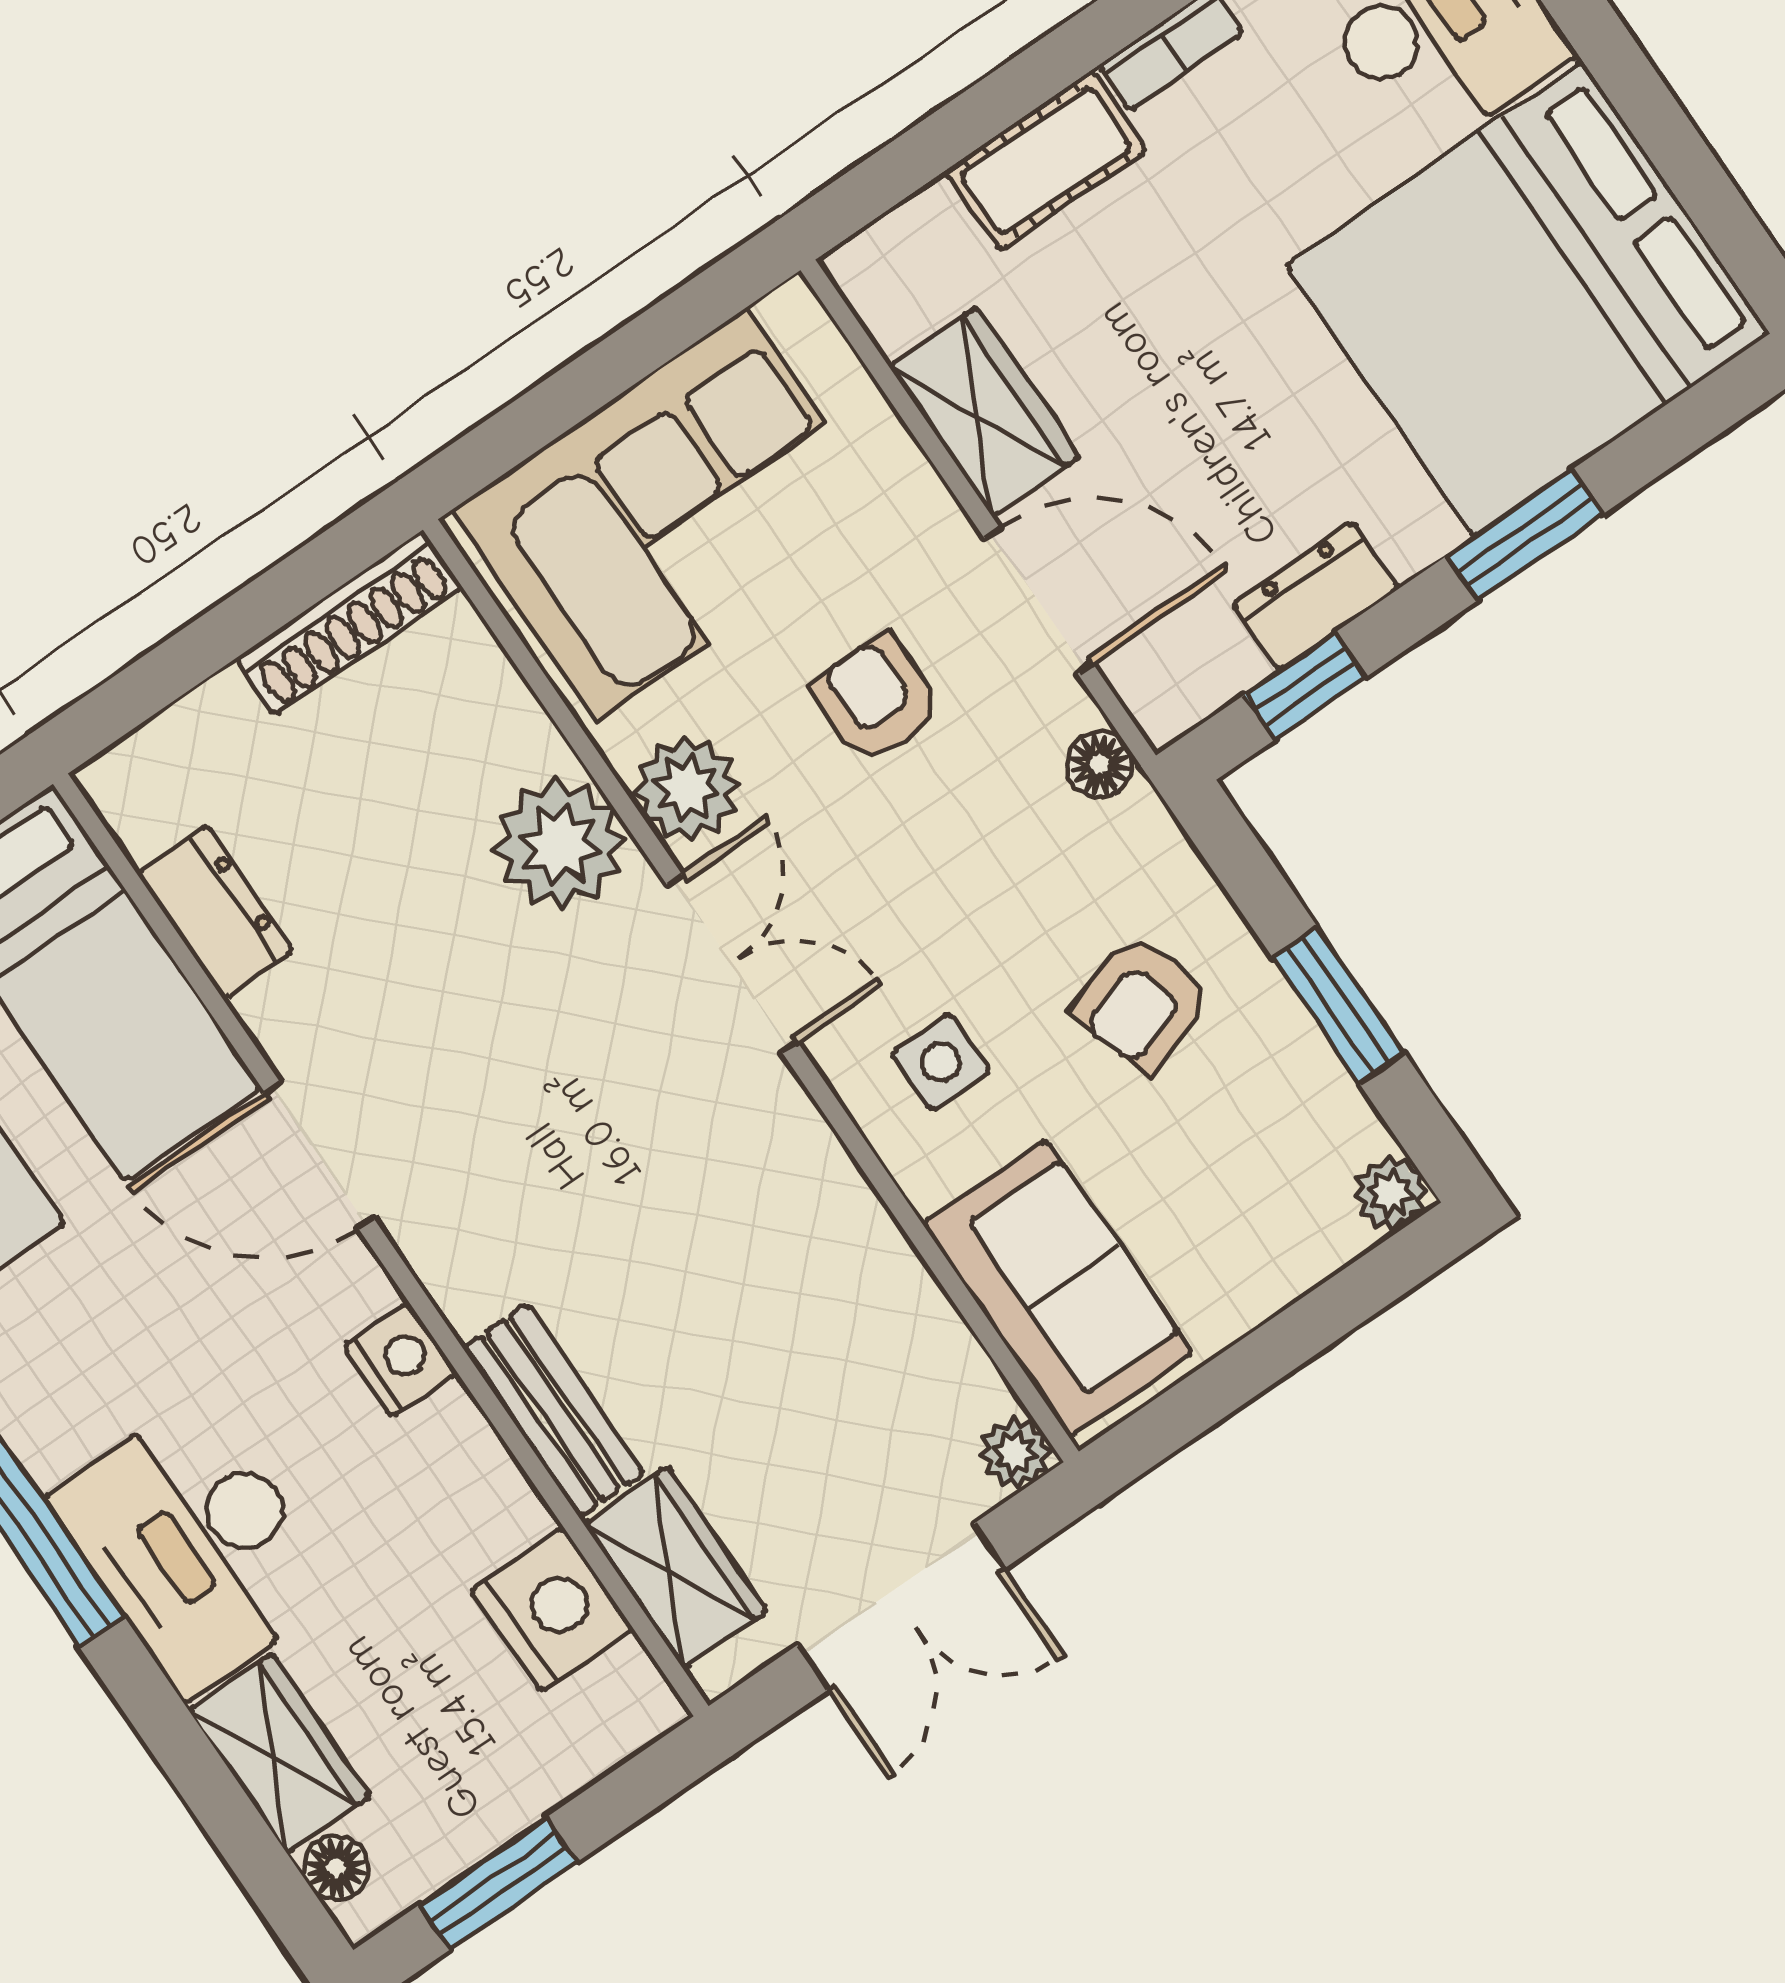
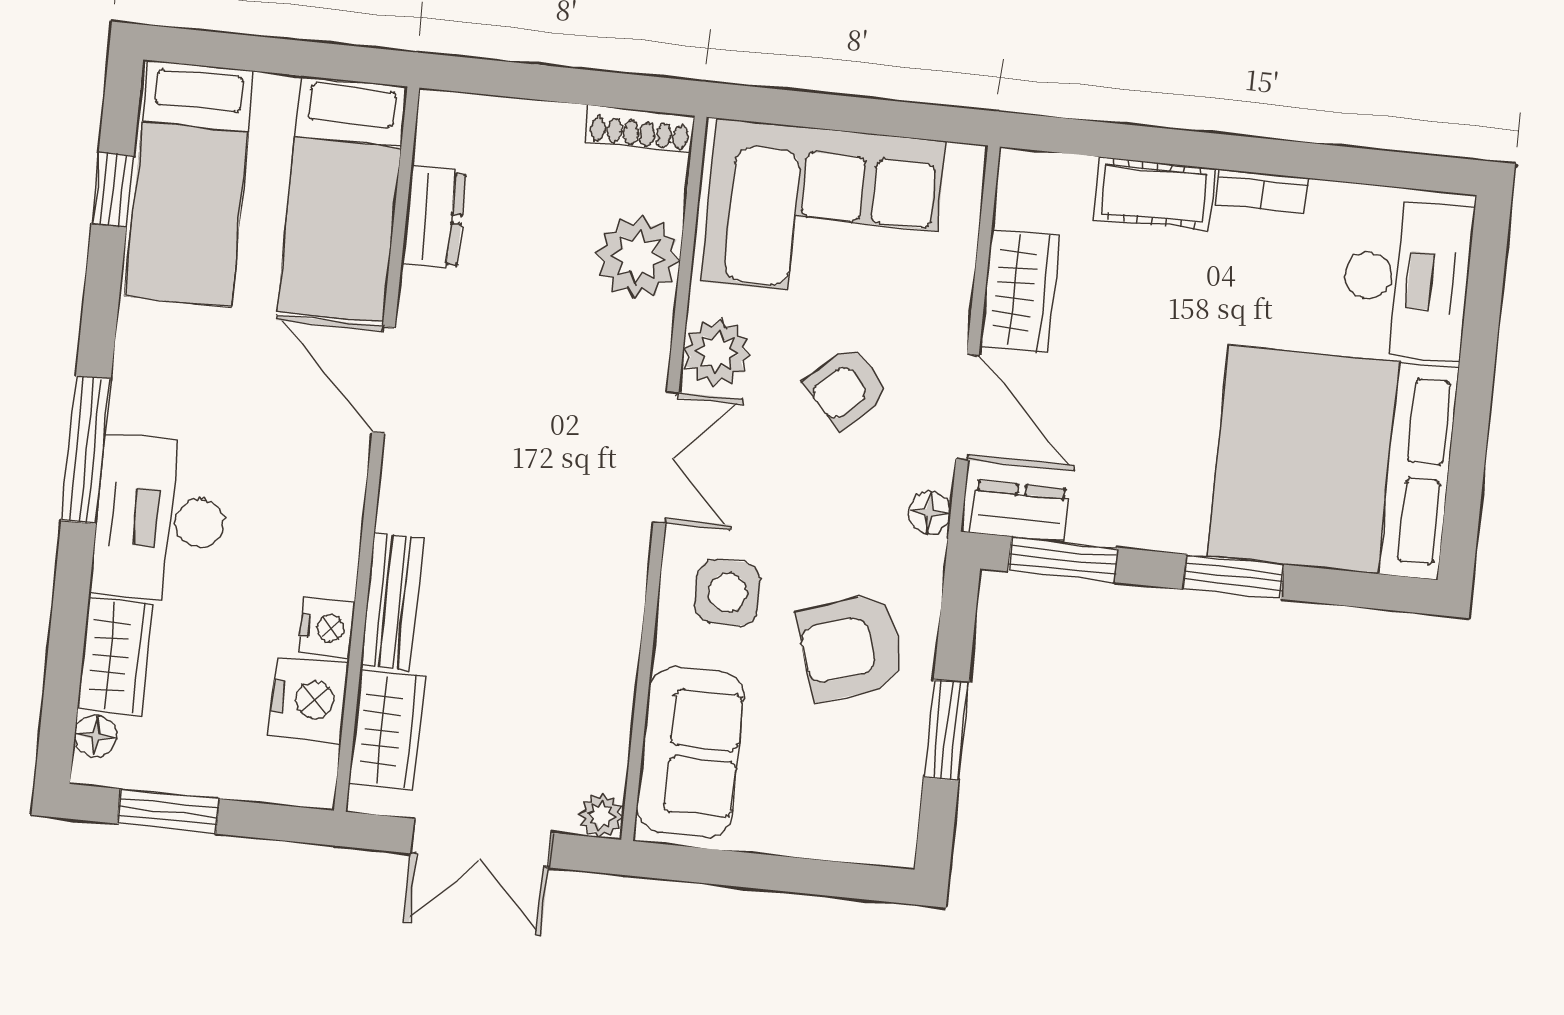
dresser: (1316, 596) -> (1019, 511), moved
shoe rack: (349, 623) -> (640, 128), width x0.74, depth x0.81
window: (1305, 686) -> (1063, 559), width x1.50
armchair: (876, 699) -> (847, 387), turned -133
plant: (559, 844) -> (638, 257), moved
armchair: (1142, 1003) -> (851, 647), width x1.38, depth x1.38
side table: (941, 1062) -> (727, 592), width x1.37, depth x1.37
plant: (1391, 1193) -> (894, 844), removed
nightstand: (400, 1359) -> (327, 628), moved

